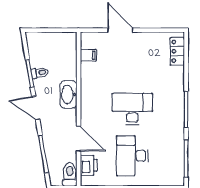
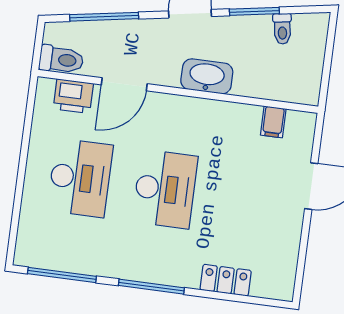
locker: (177, 51) -> (226, 280), moved
toilet: (40, 73) -> (282, 29), moved
desk: (132, 156) -> (80, 178), turned 90

